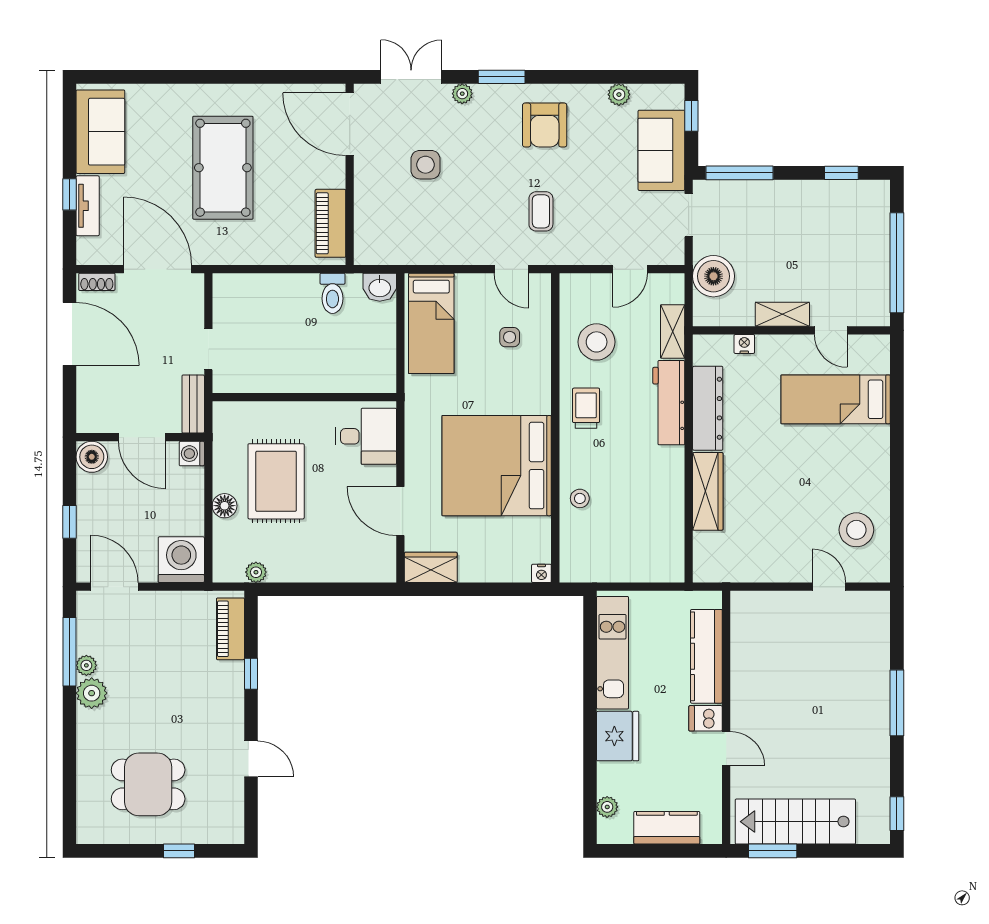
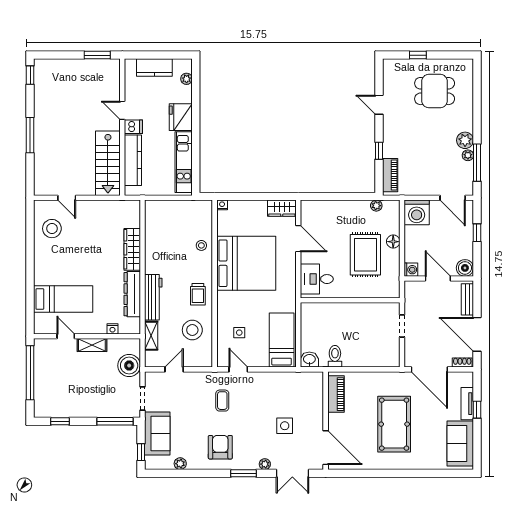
bench: (193, 404) -> (467, 299), moved
stairs: (795, 822) -> (108, 163), moved, turned 90

